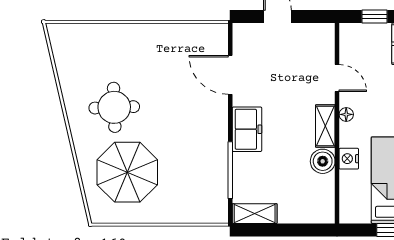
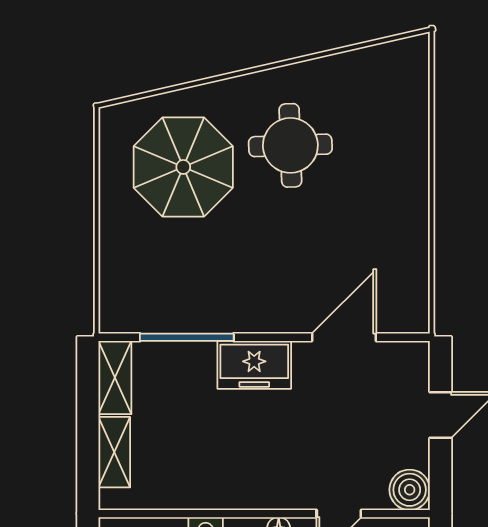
shelving: (325, 126) -> (114, 452), moved, turned 90
boiler: (323, 161) -> (410, 490), moved

